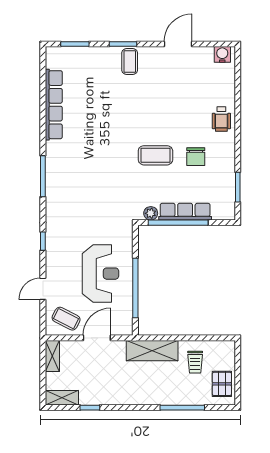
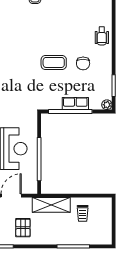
row of seats: (185, 212) -> (75, 104), width x0.68
plant: (151, 213) -> (107, 105), moved
pallet: (222, 384) -> (23, 228), moved

